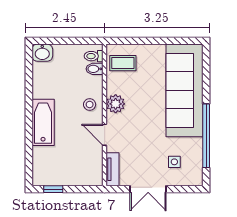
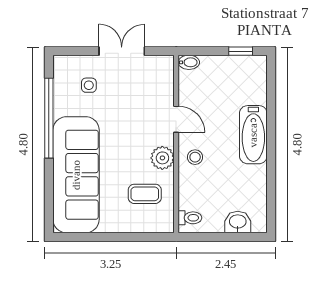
washbasin: (42, 53) -> (238, 222), moved
coffee table: (123, 63) -> (145, 194), moved
bidet: (94, 69) -> (189, 62), moved
tv unit: (113, 169) -> (166, 76), removed

